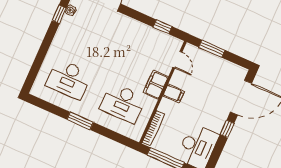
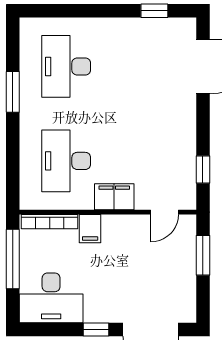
water cooler: (71, 10) -> (168, 25), removed
filing cabinet: (174, 94) -> (90, 229), moved
window: (80, 121) -> (13, 92), moved

